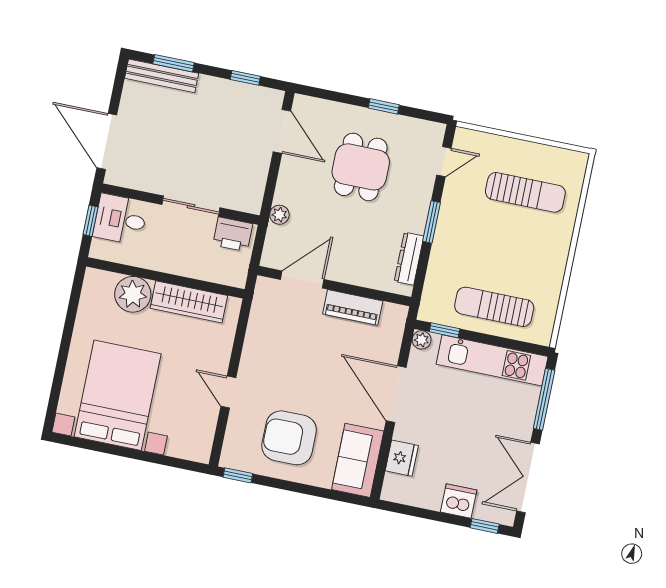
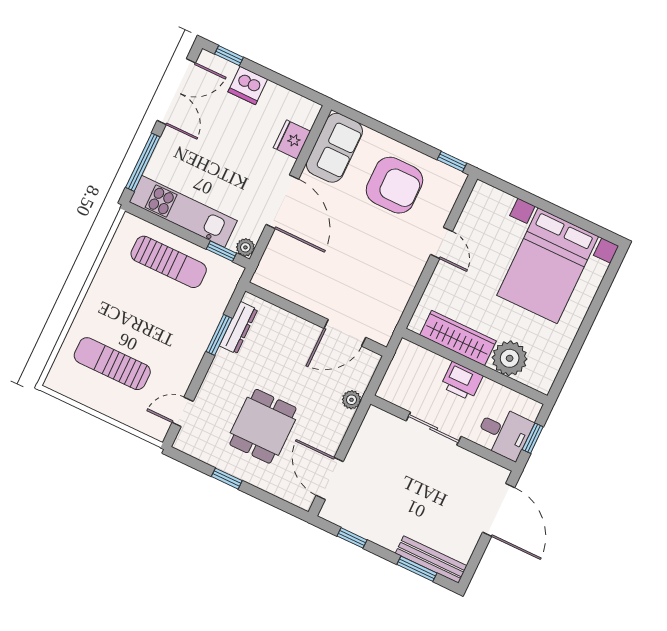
window: (431, 222) -> (219, 335), moved
printer: (233, 234) -> (462, 381), moved, turned 180
piano: (353, 307) -> (303, 294), removed

